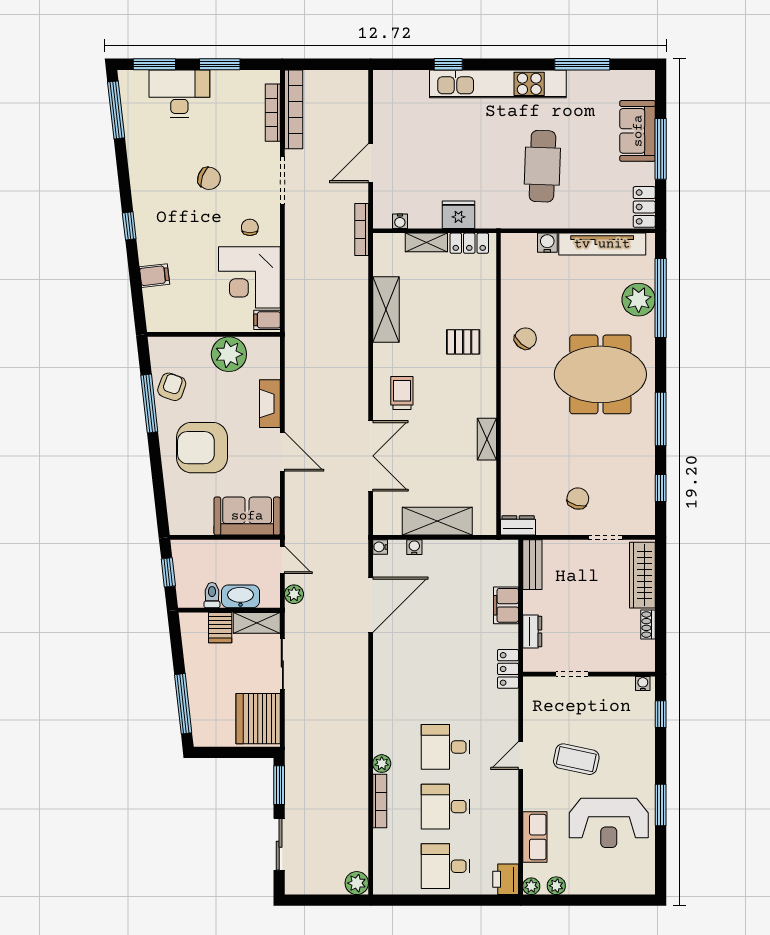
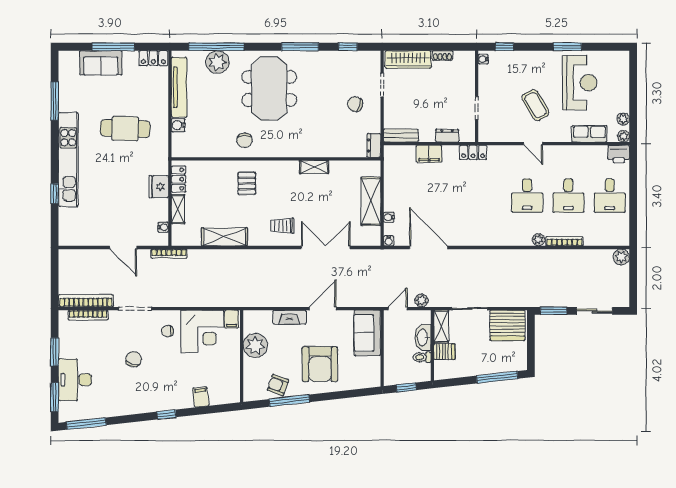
chair: (525, 338) -> (244, 140), turned -131
coffee table: (576, 759) -> (536, 105), turned -43

